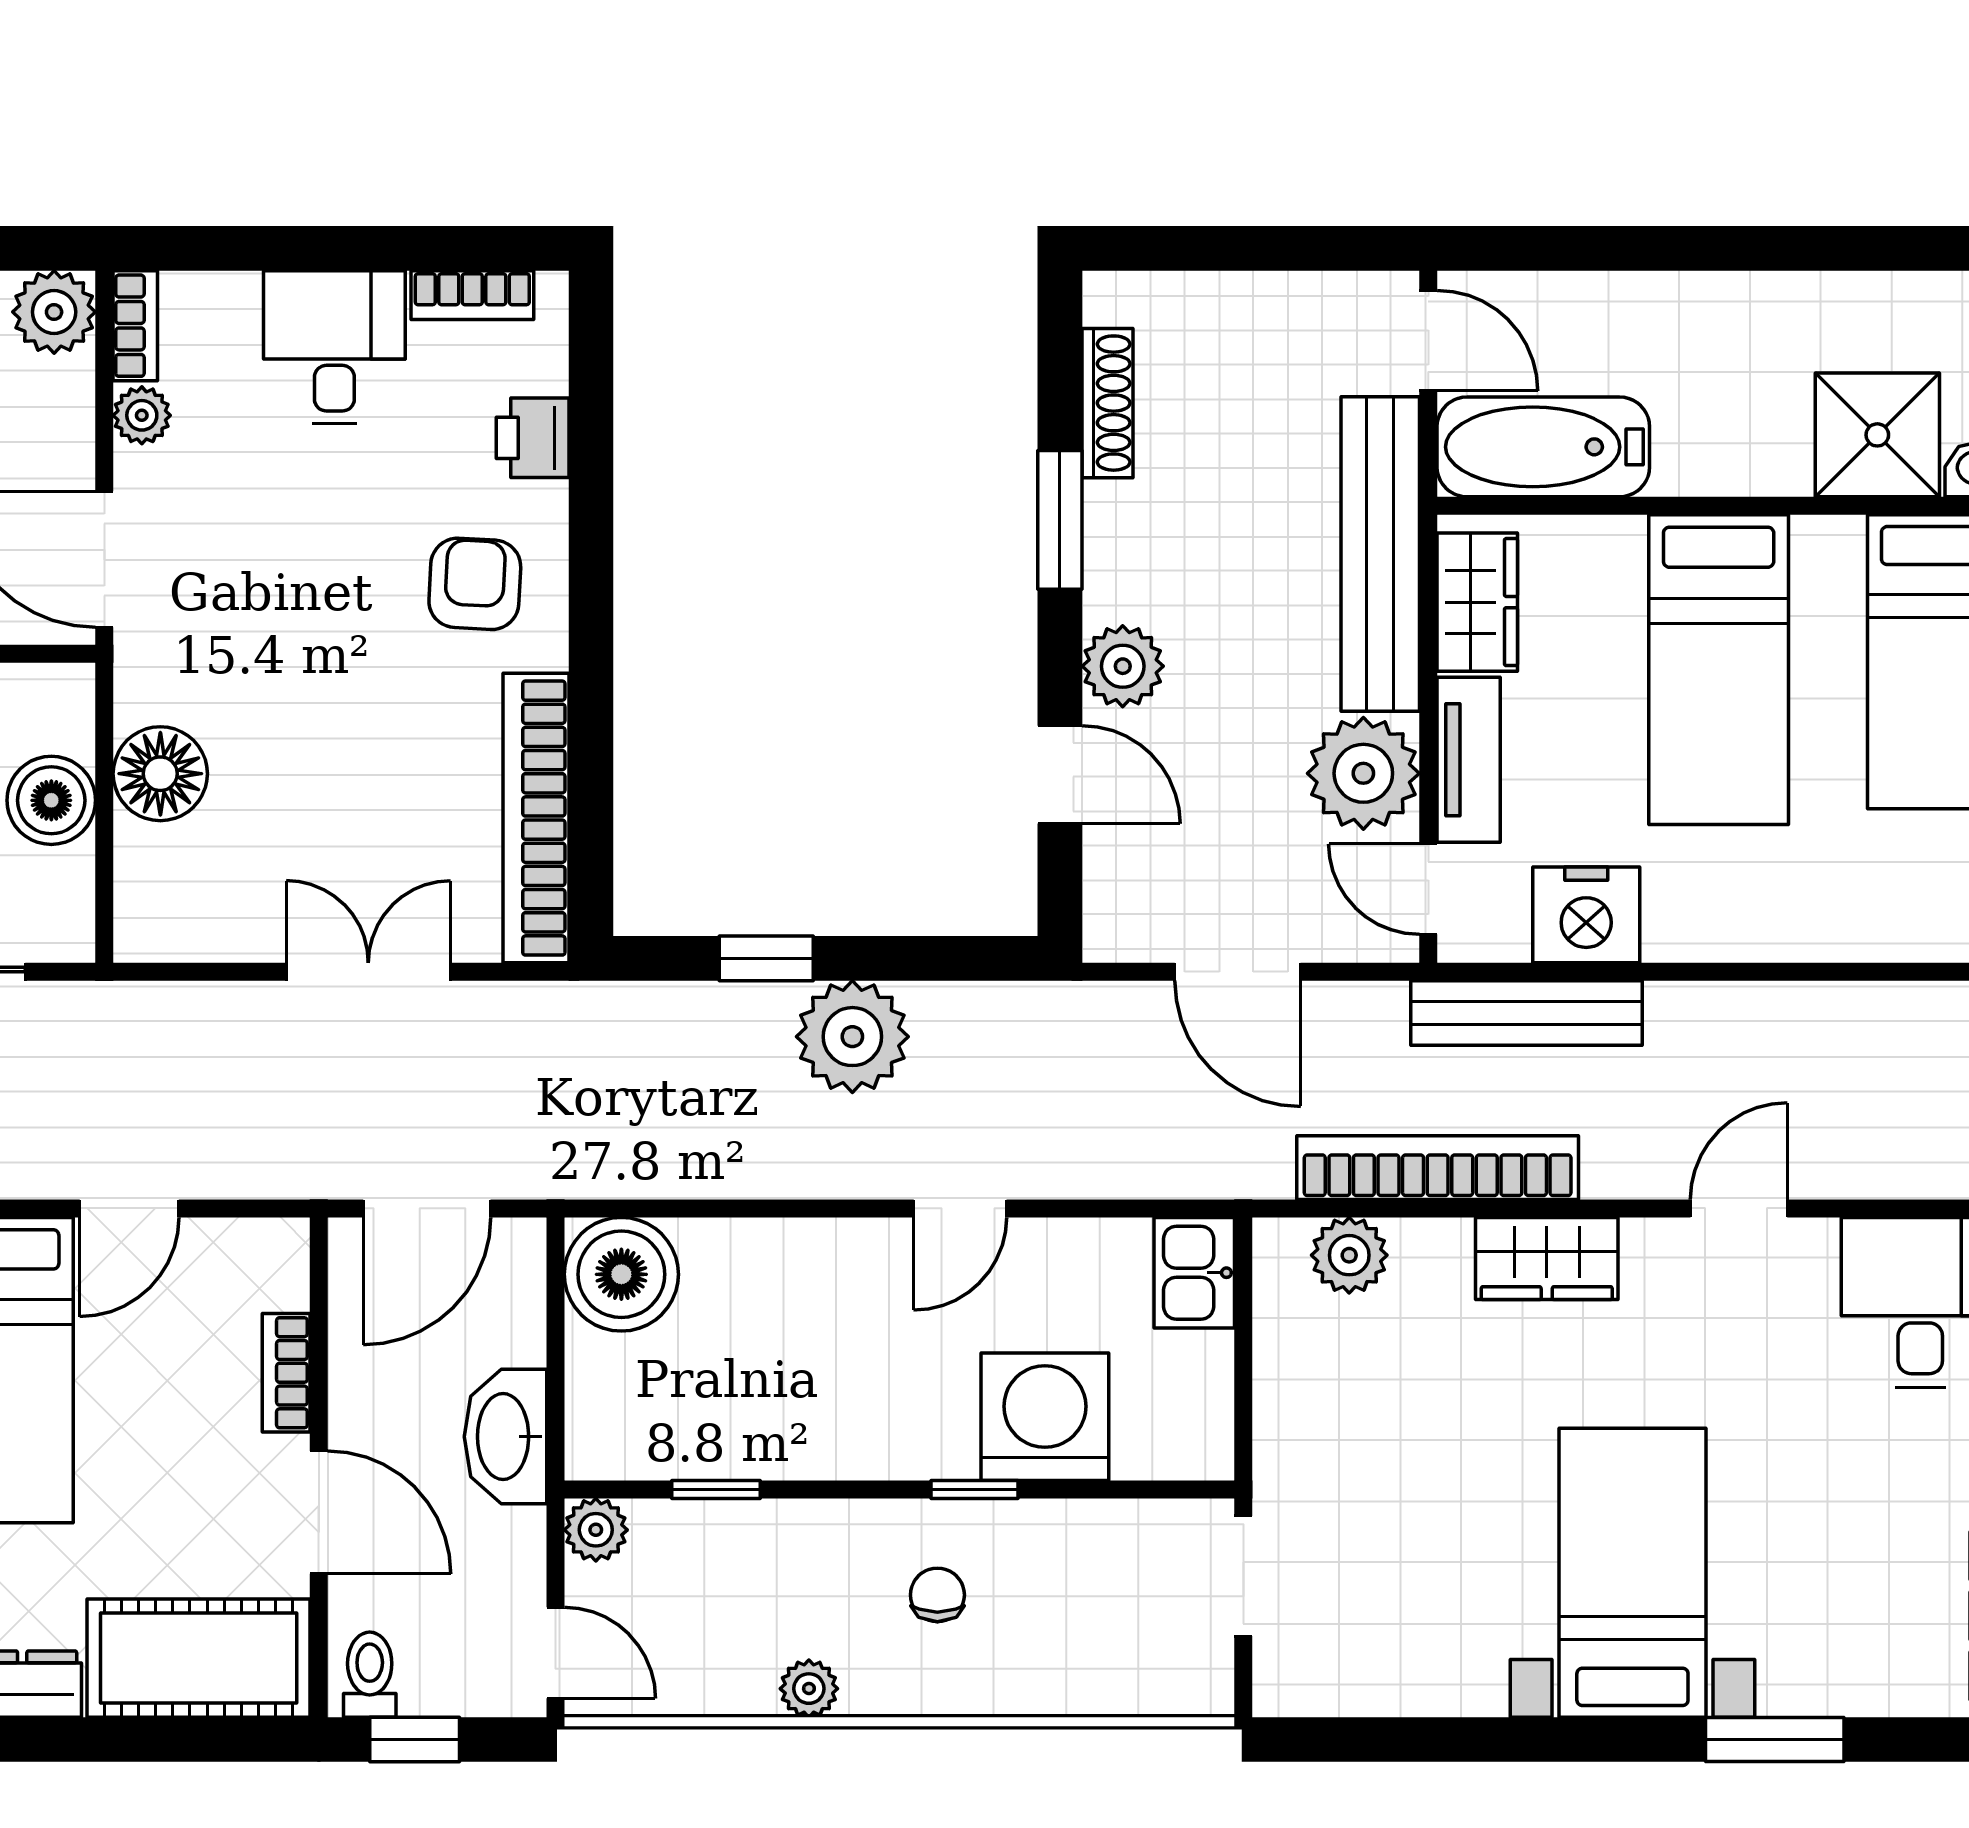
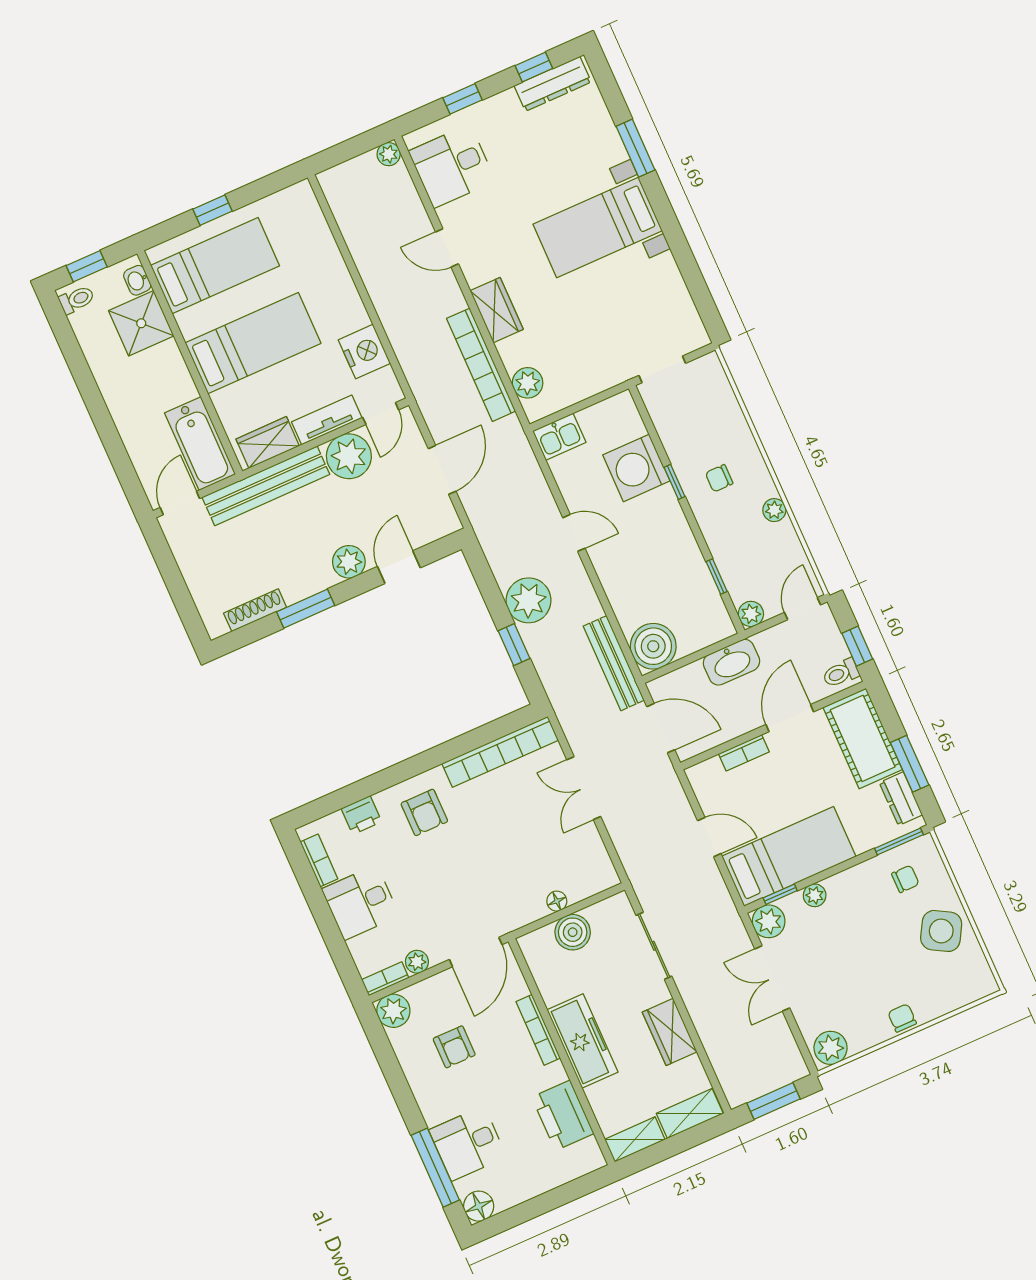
armchair: (475, 584) -> (424, 812), turned -93
floor lamp: (160, 774) -> (557, 901), width x0.53, depth x0.53
bench: (1527, 1013) -> (614, 663), moved
window: (93, 1739) -> (910, 764), added

